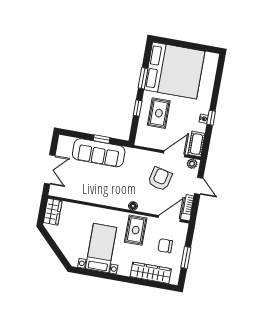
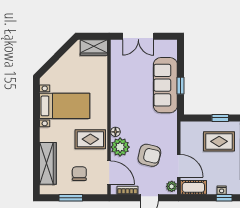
plant: (148, 204) -> (120, 147), added

